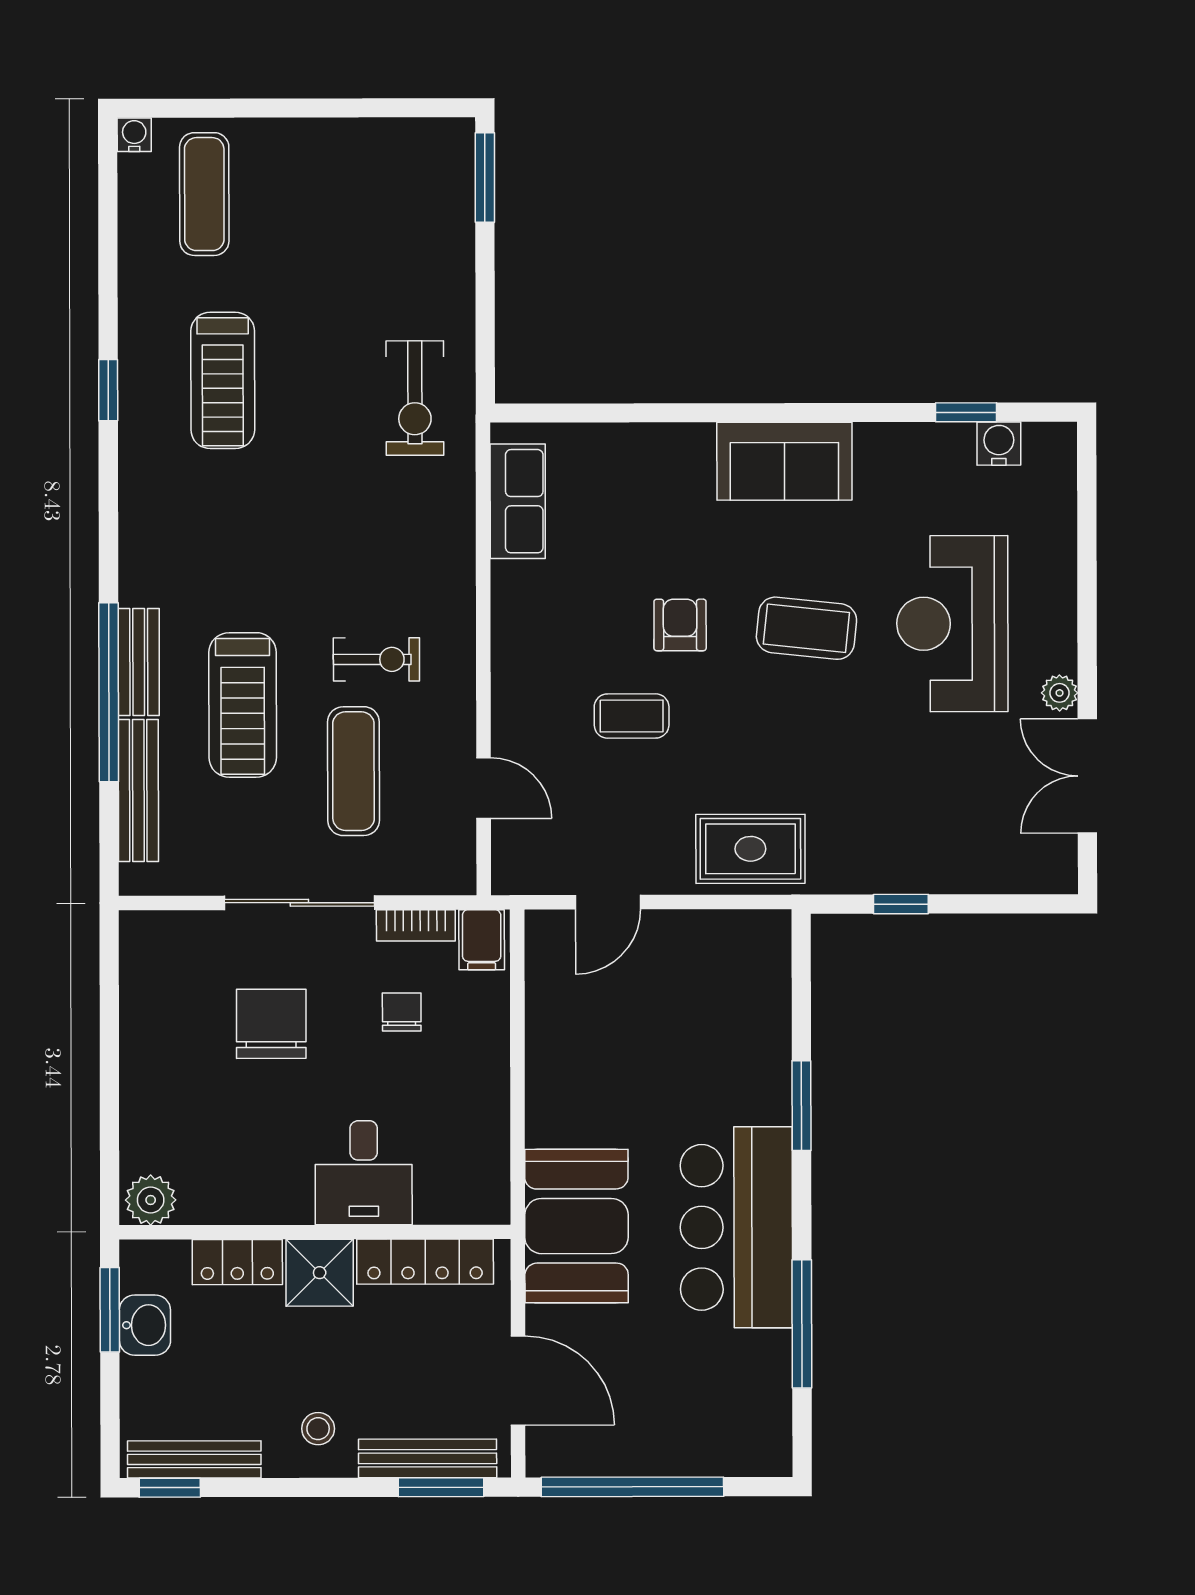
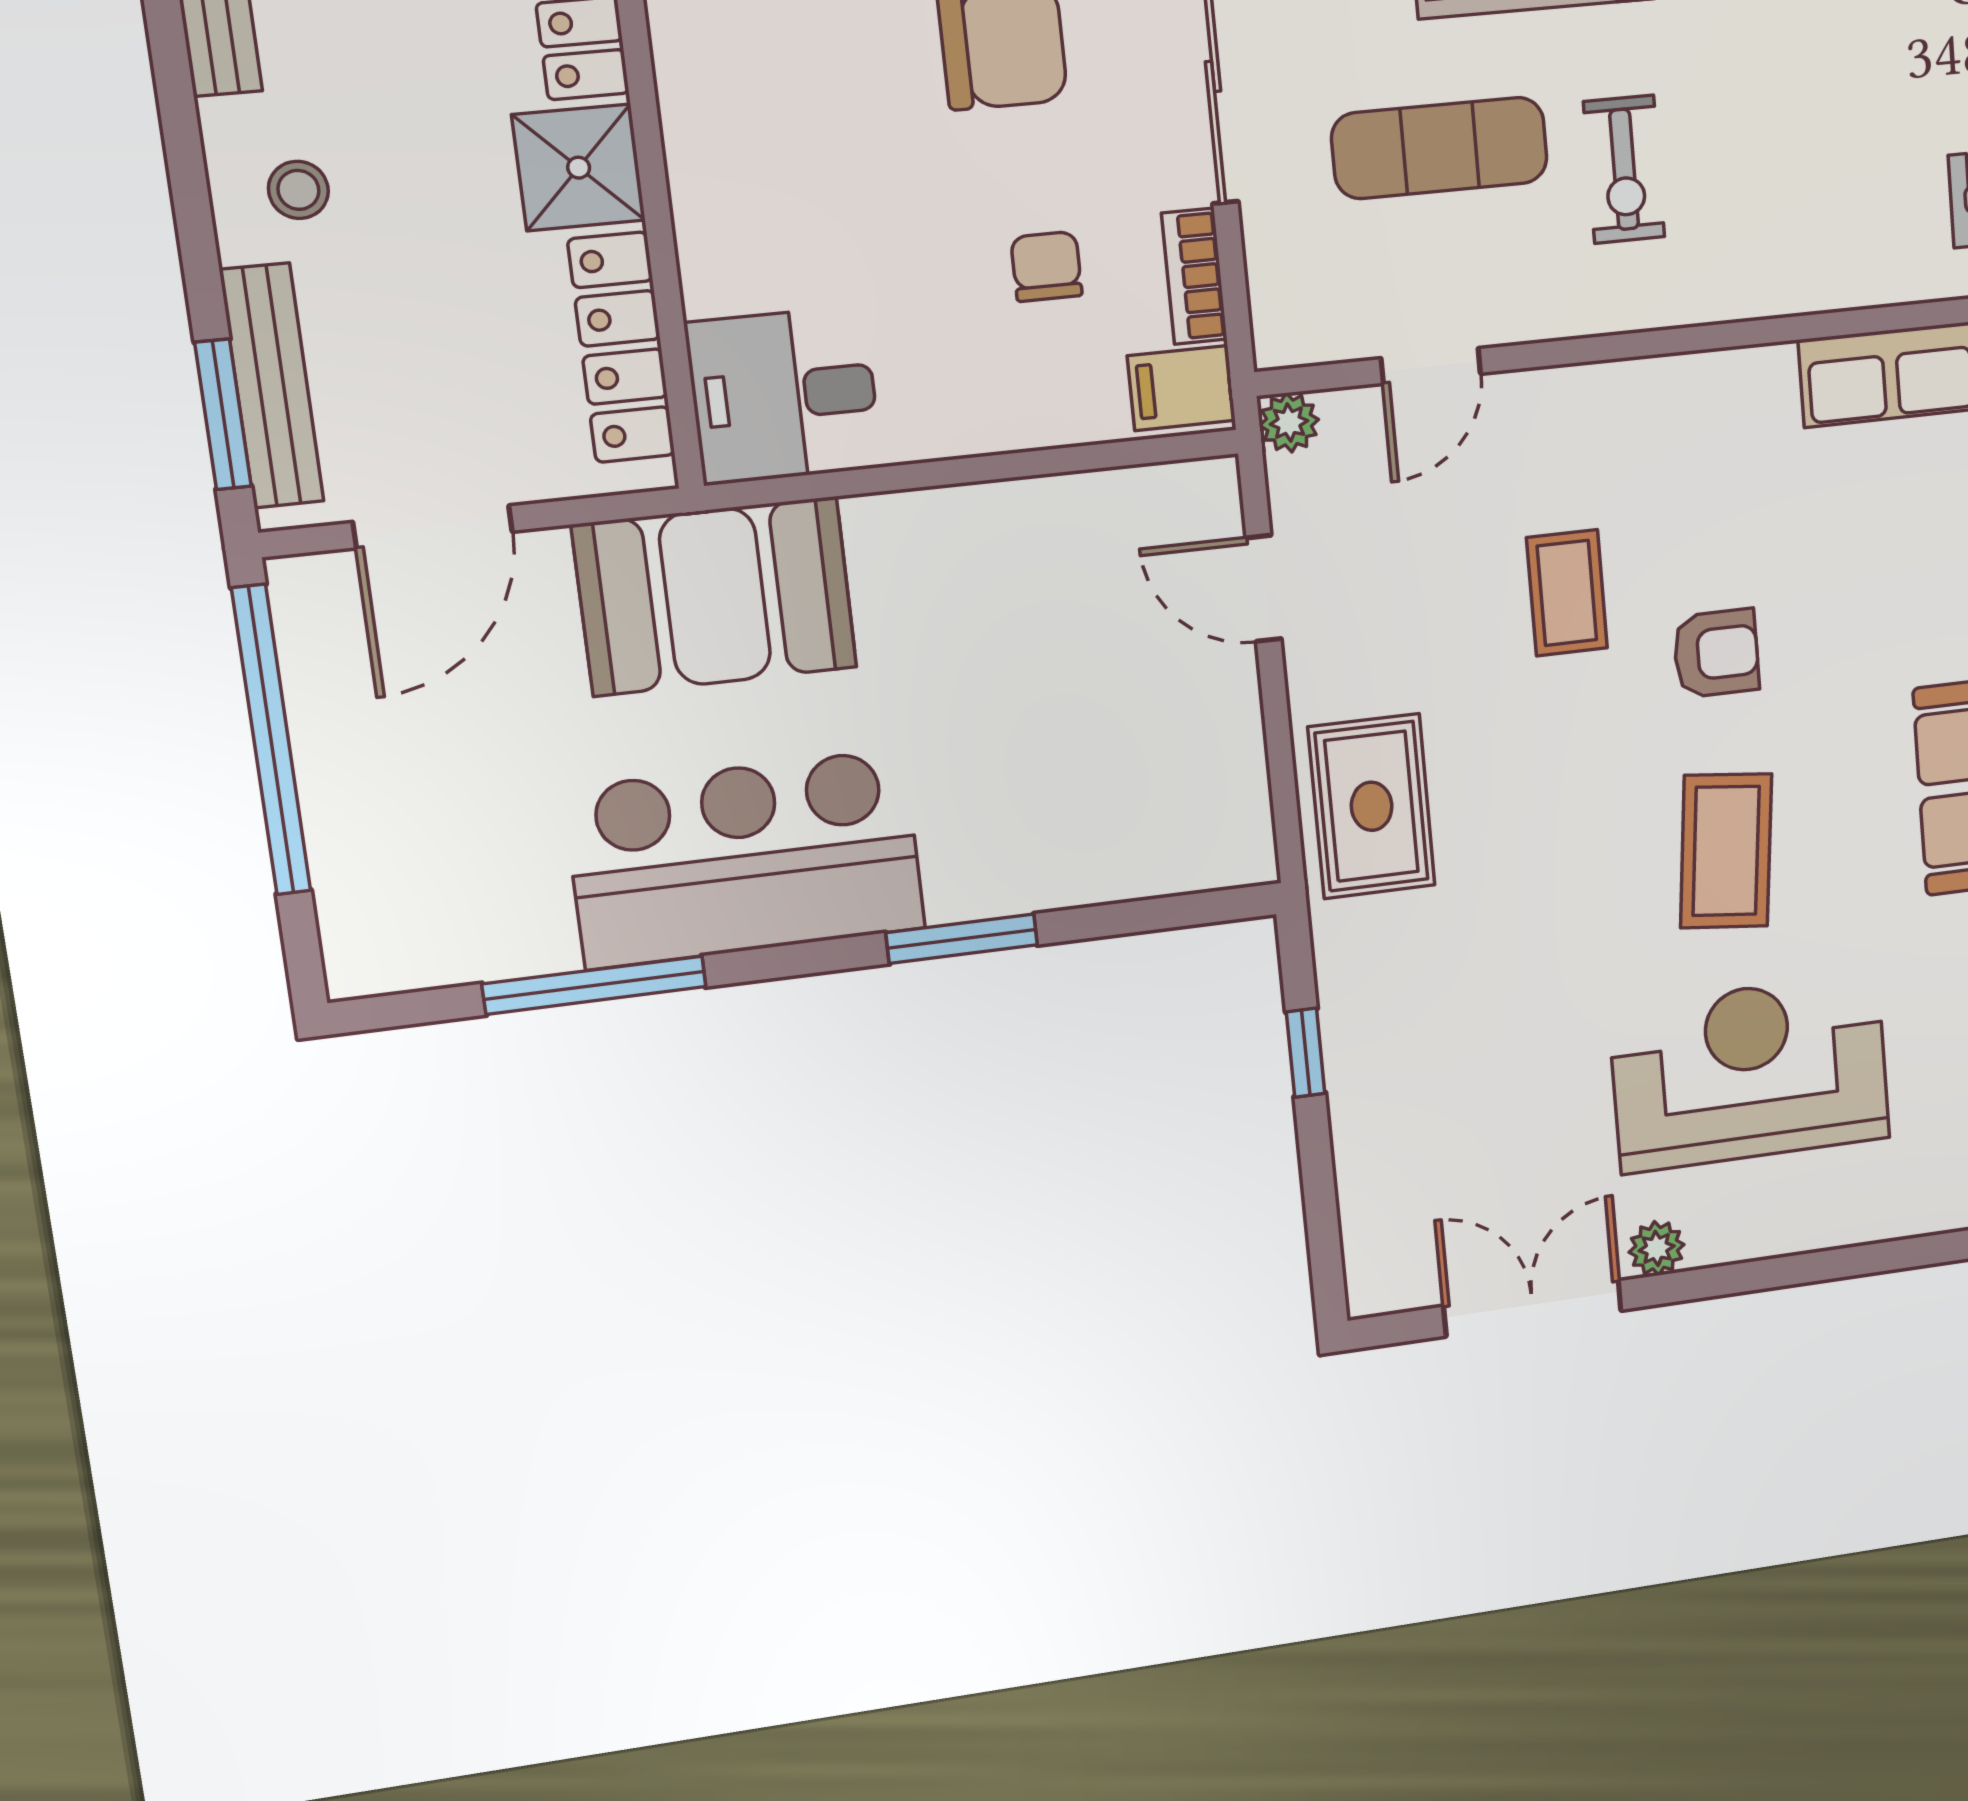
plant: (509, 877) -> (1289, 422), added
chair: (402, 1012) -> (1046, 266), turned -90
desk: (364, 1173) -> (784, 395), moved

